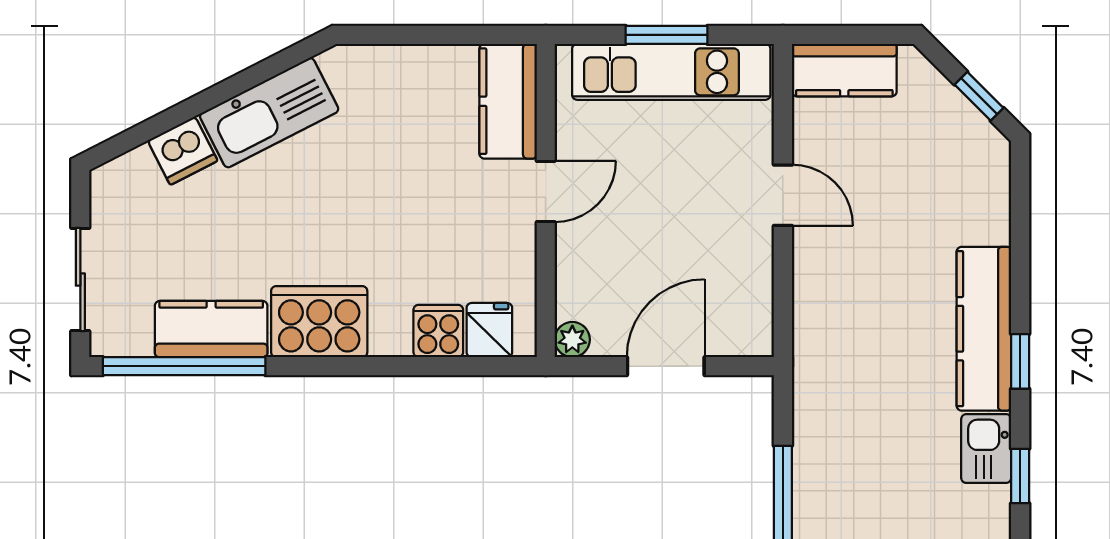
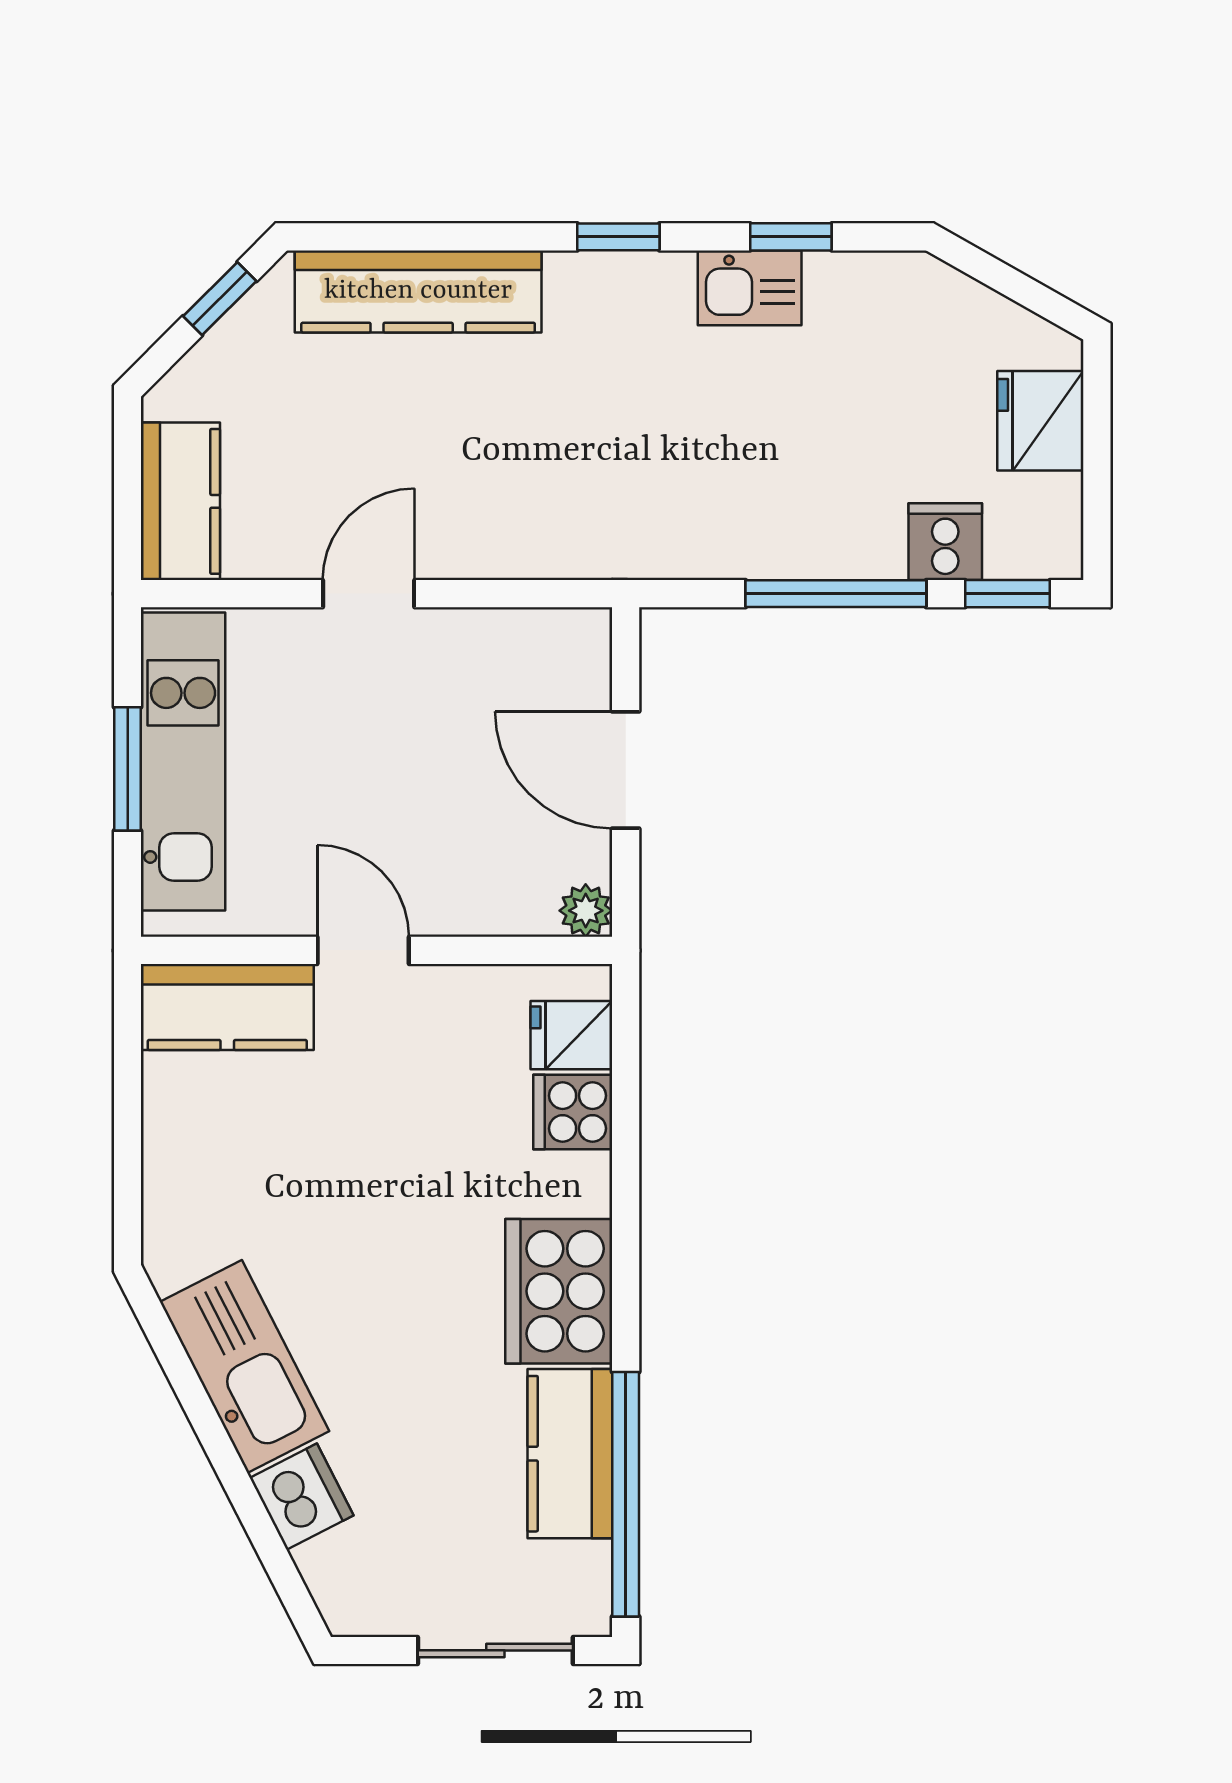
kitchen counter: (984, 329) -> (418, 291), moved

